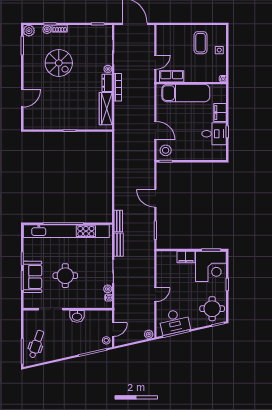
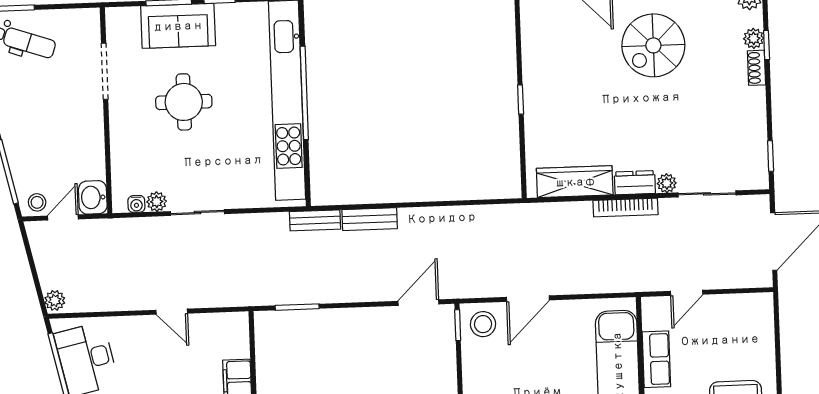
door: (155, 62) -> (687, 293), hinge flipped
spiral stairs: (59, 63) -> (653, 45), moved
row of seats: (172, 76) -> (656, 359), moved
door: (155, 198) -> (418, 303), moved
bench: (119, 245) -> (370, 219), moved
door: (155, 295) -> (172, 312), moved
washbasin: (77, 316) -> (93, 197), moved
door: (113, 330) -> (63, 217), swing flipped

